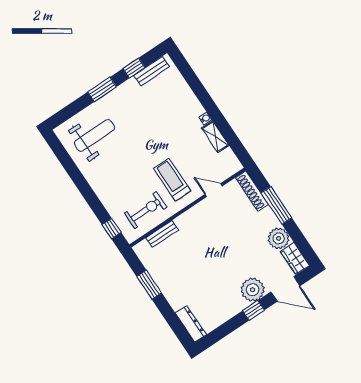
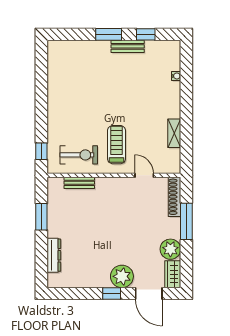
bench: (152, 71) -> (128, 46), moved
water cooler: (205, 118) -> (176, 76), moved
weight bench: (95, 135) -> (78, 67), removed
dresser: (191, 324) -> (54, 255), moved

